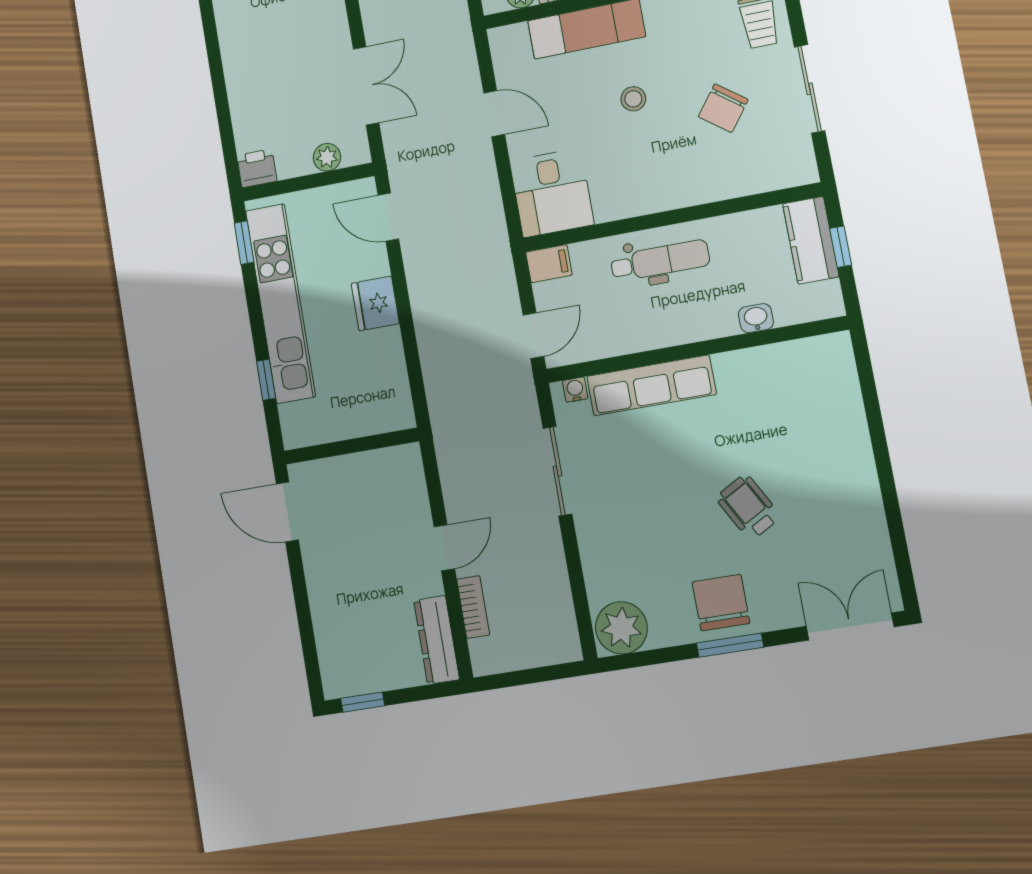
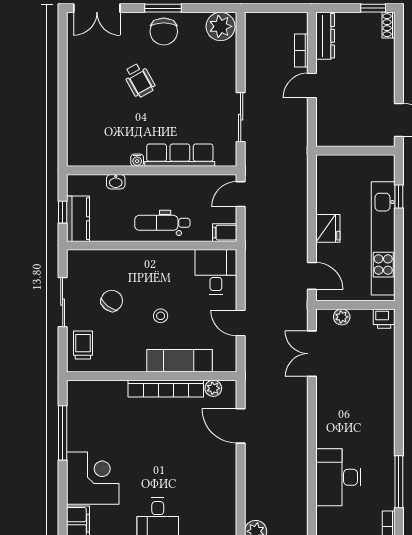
window: (244, 243) -> (399, 277), removed
water cooler: (575, 390) -> (137, 160), moved
shoe rack: (331, 676) -> (389, 25), added

